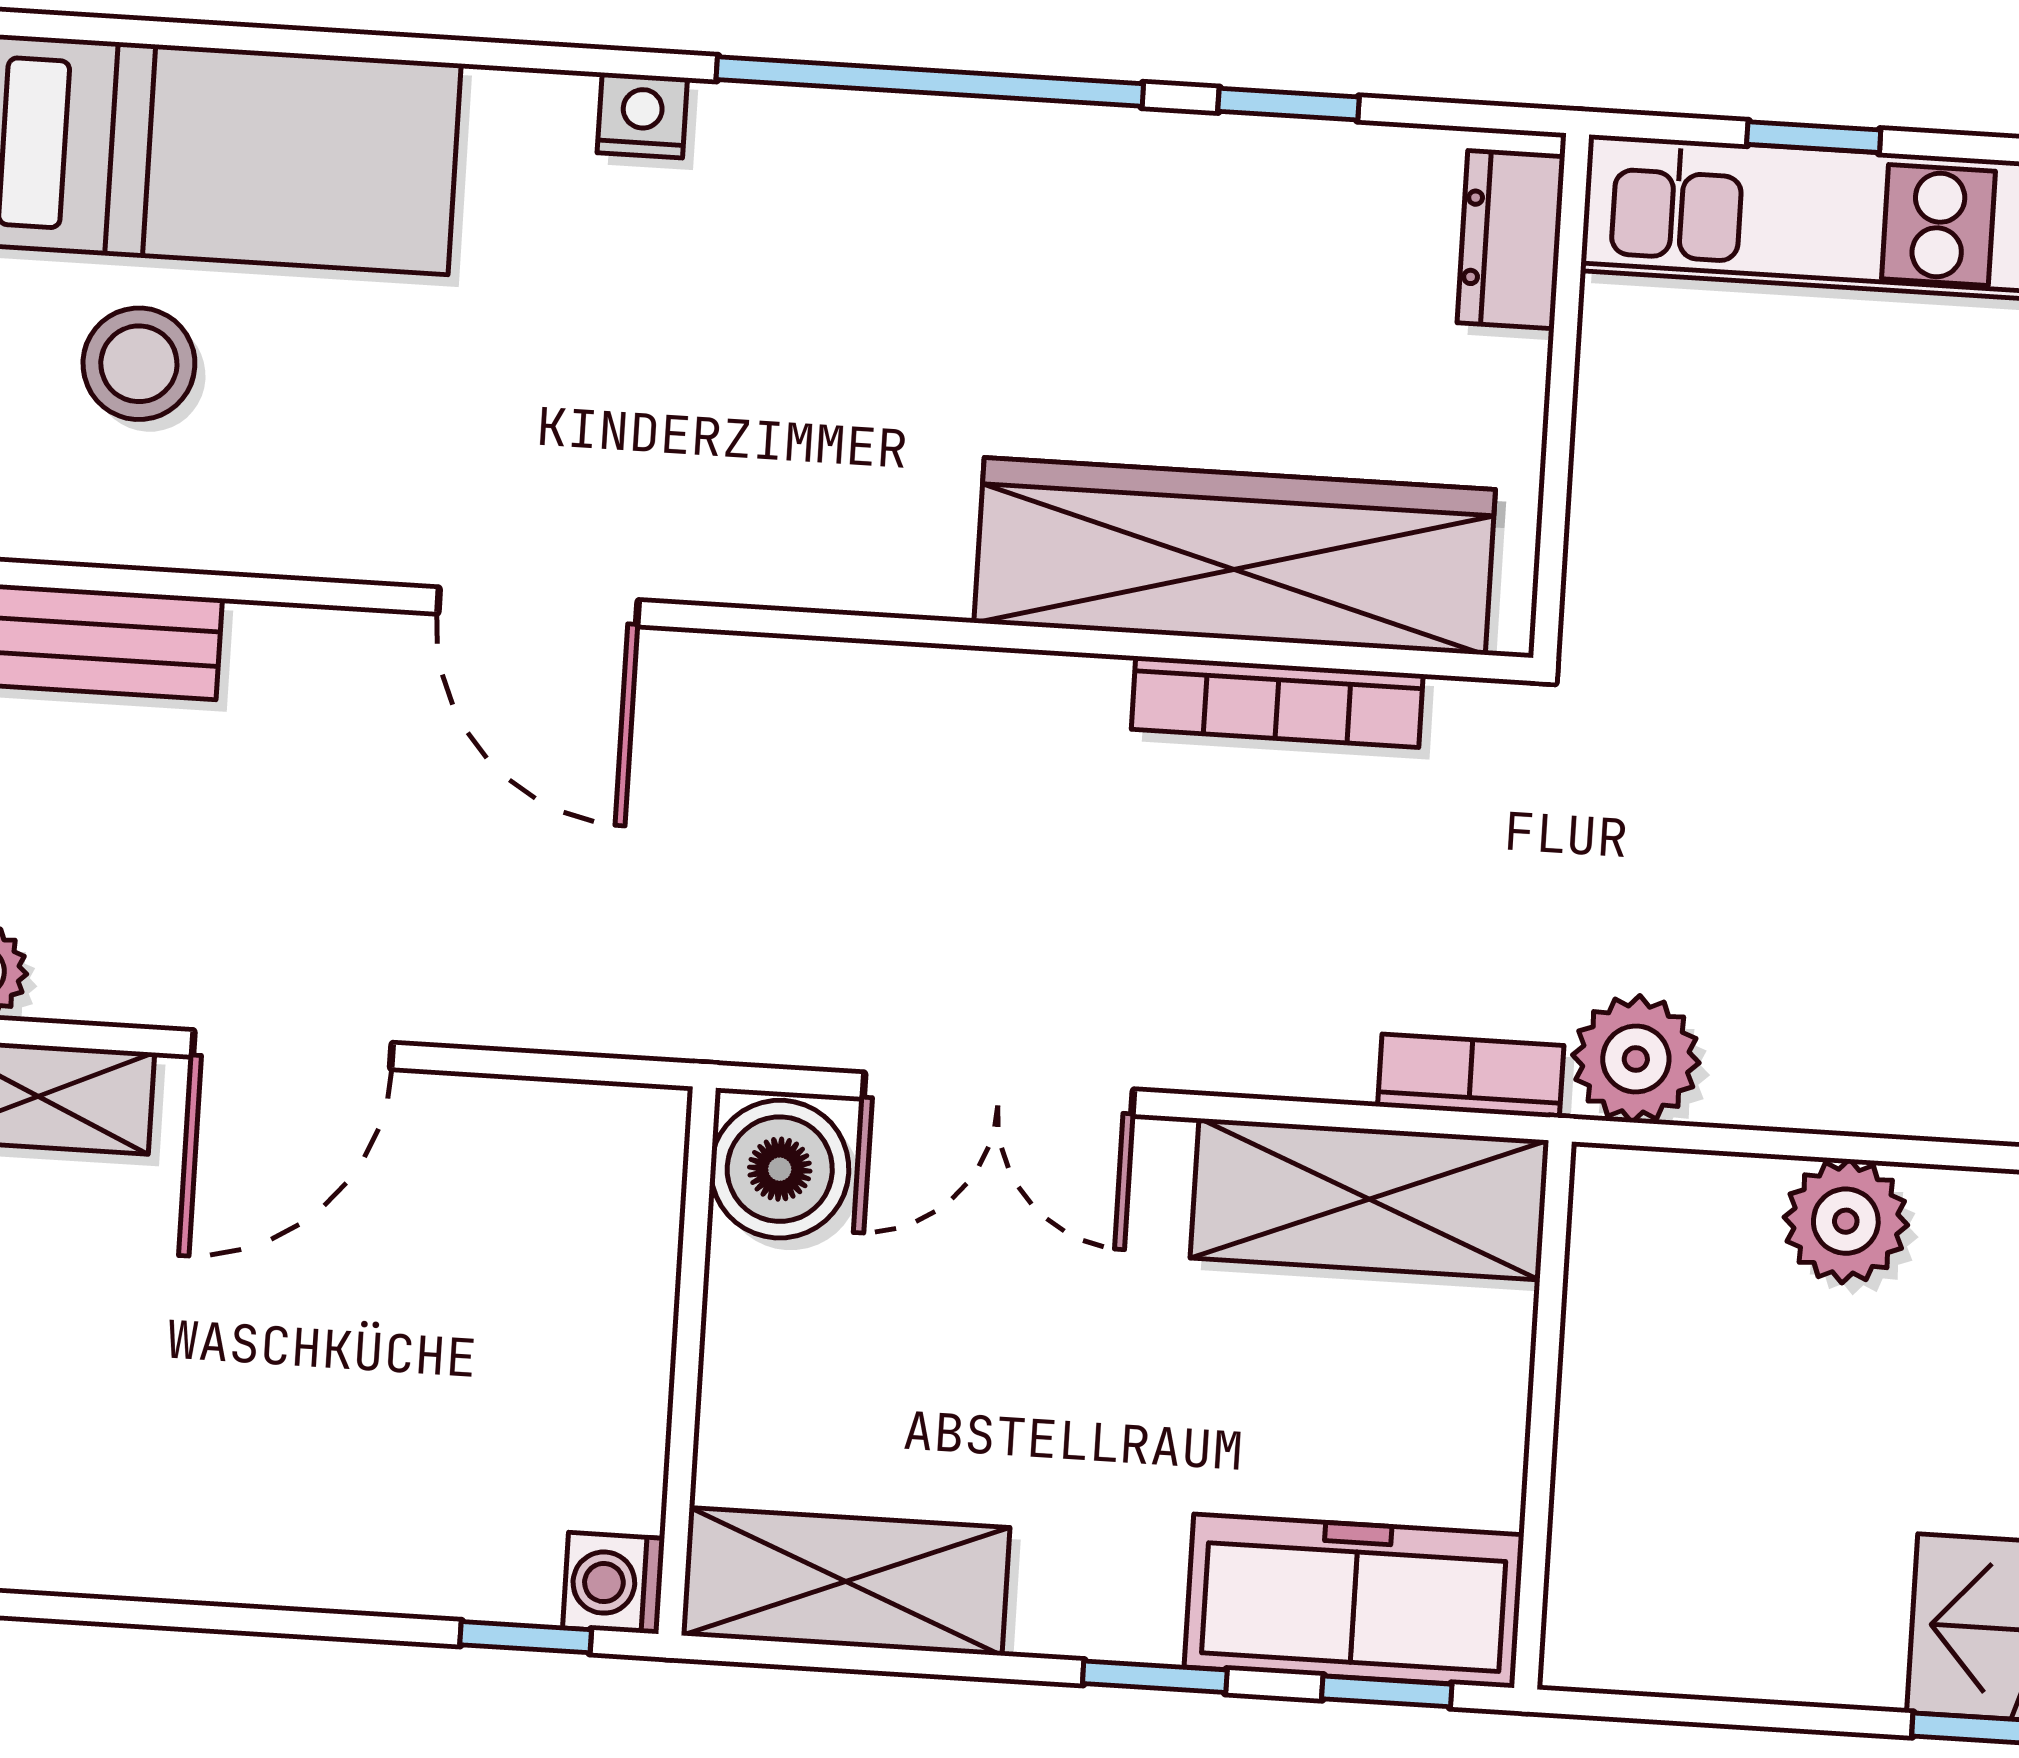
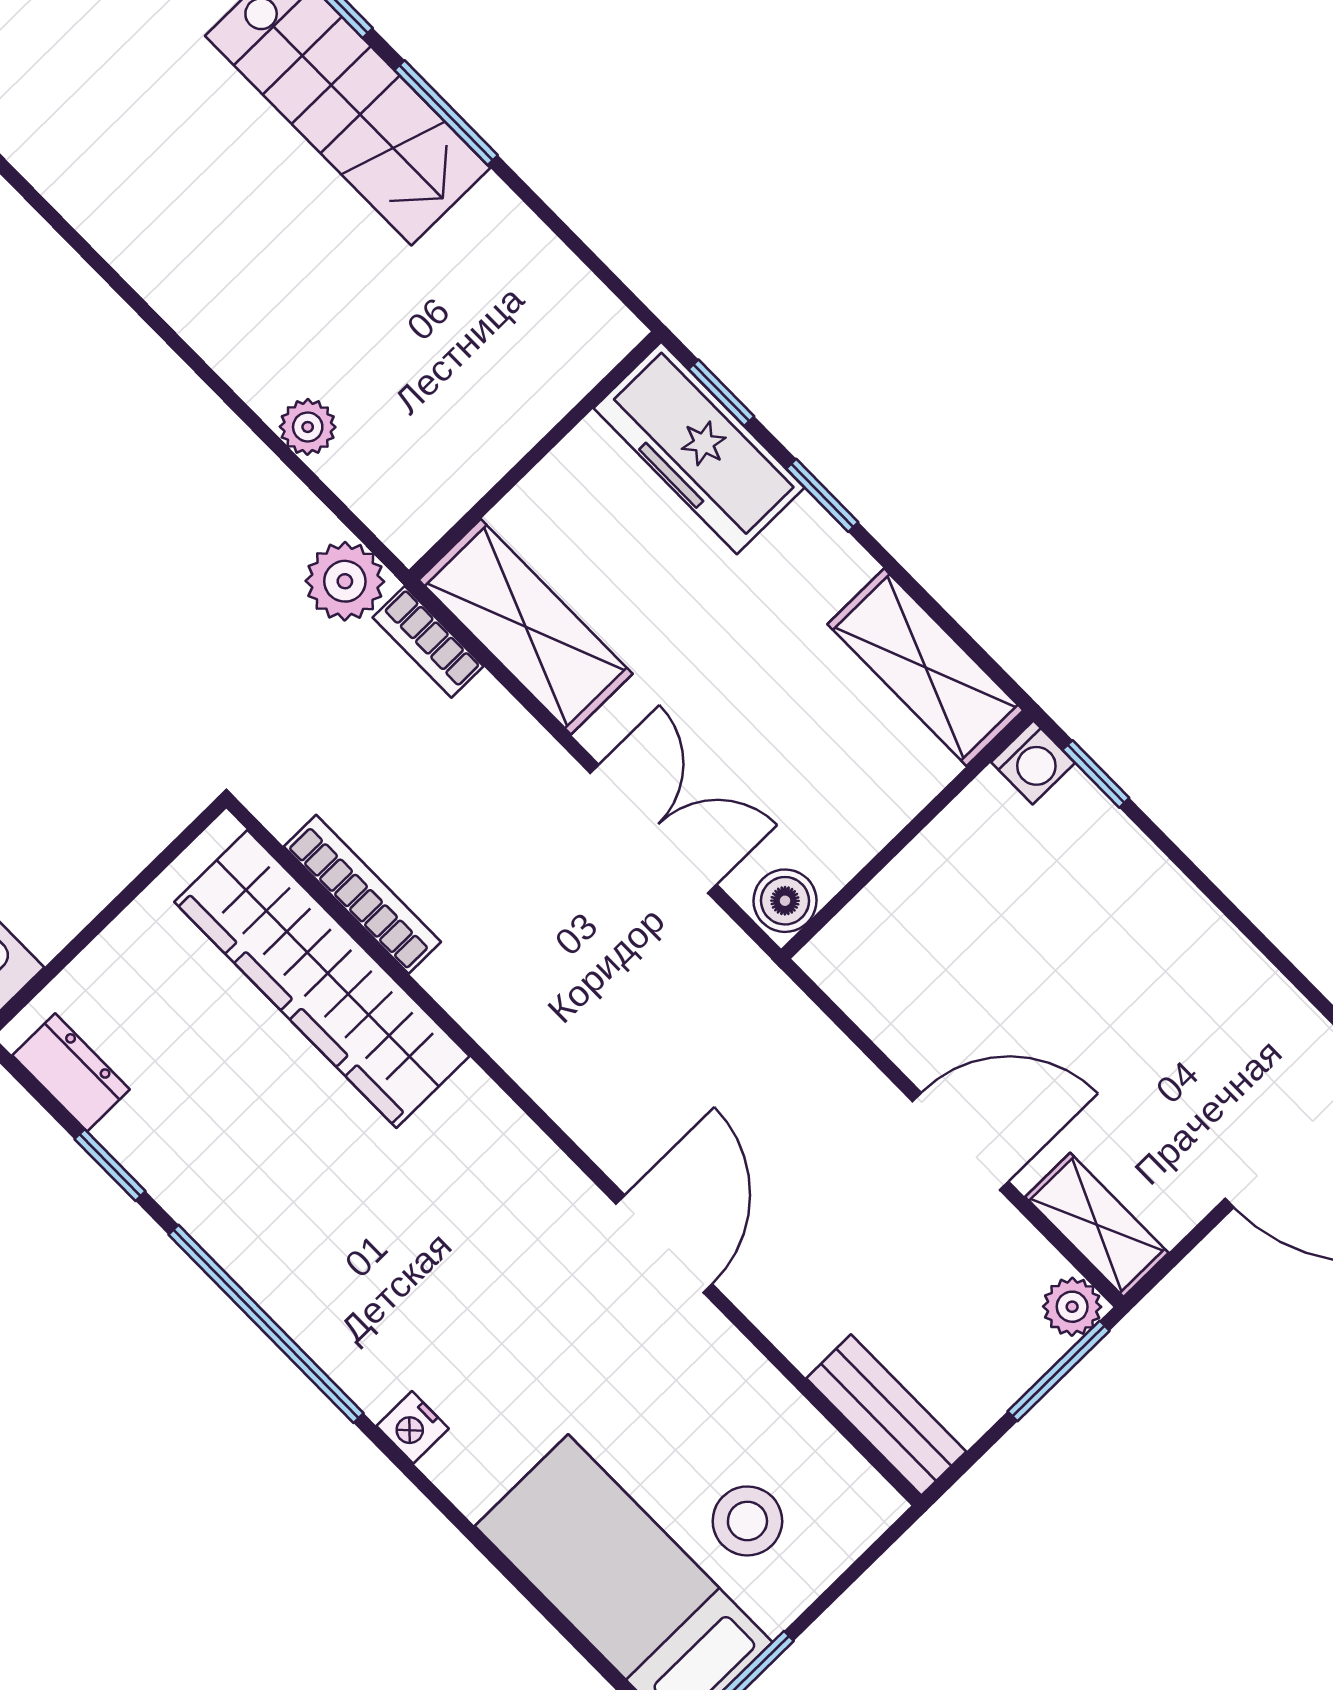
dresser: (1511, 240) -> (71, 1072), moved, turned -90
boiler: (780, 1169) -> (785, 901), width x0.73, depth x0.73
plant: (1846, 1221) -> (308, 427), width x0.73, depth x0.73

